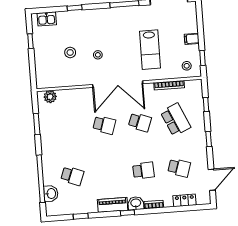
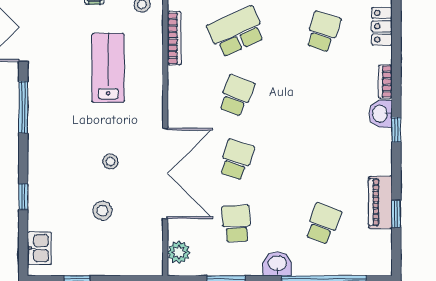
lab bench: (150, 50) -> (108, 68), turned -90
double door: (118, 84) -> (165, 173), moved
school desk: (143, 170) -> (236, 223), moved
washbasin: (51, 194) -> (277, 264), moved
piano: (113, 205) -> (380, 202), moved

